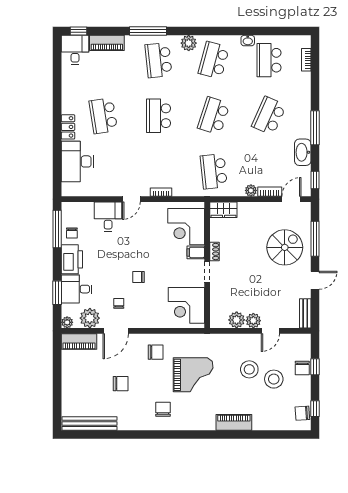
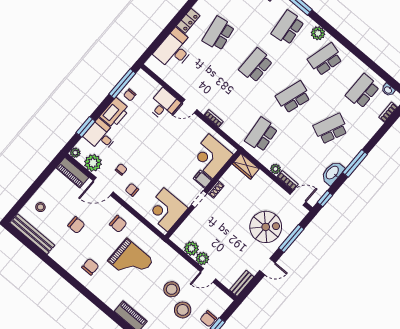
washbasin: (248, 41) -> (388, 90), moved
chair: (138, 277) -> (132, 190), moved
stool: (77, 394) -> (40, 207), added

